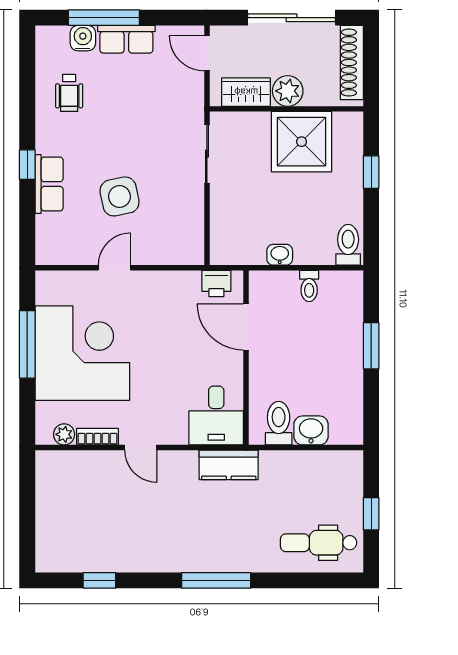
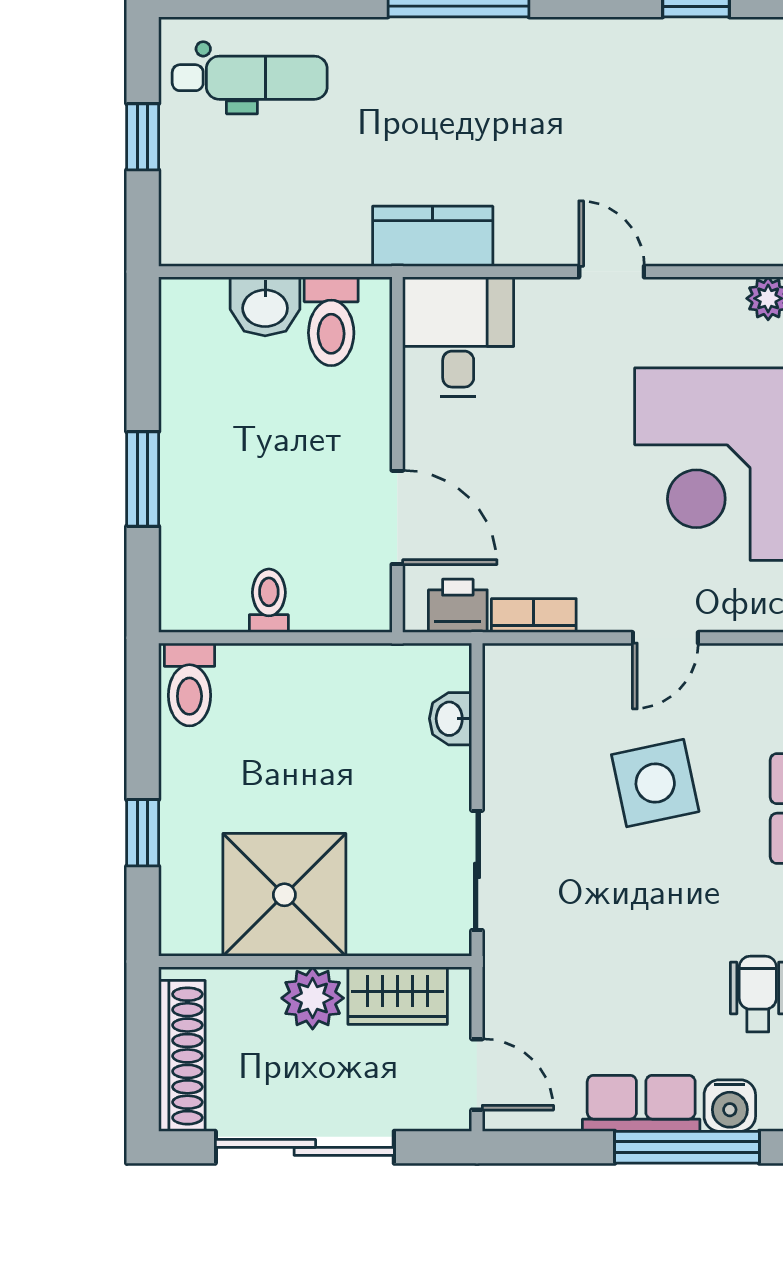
washbasin: (280, 255) -> (451, 719), moved, turned 90
bookcase: (97, 437) -> (534, 616), moved, turned 180

